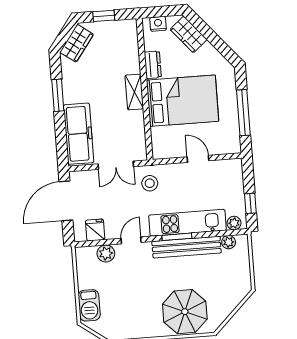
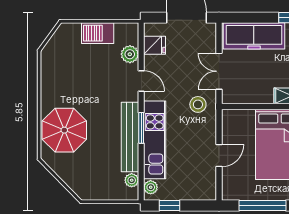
barbecue: (89, 305) -> (98, 33), moved

